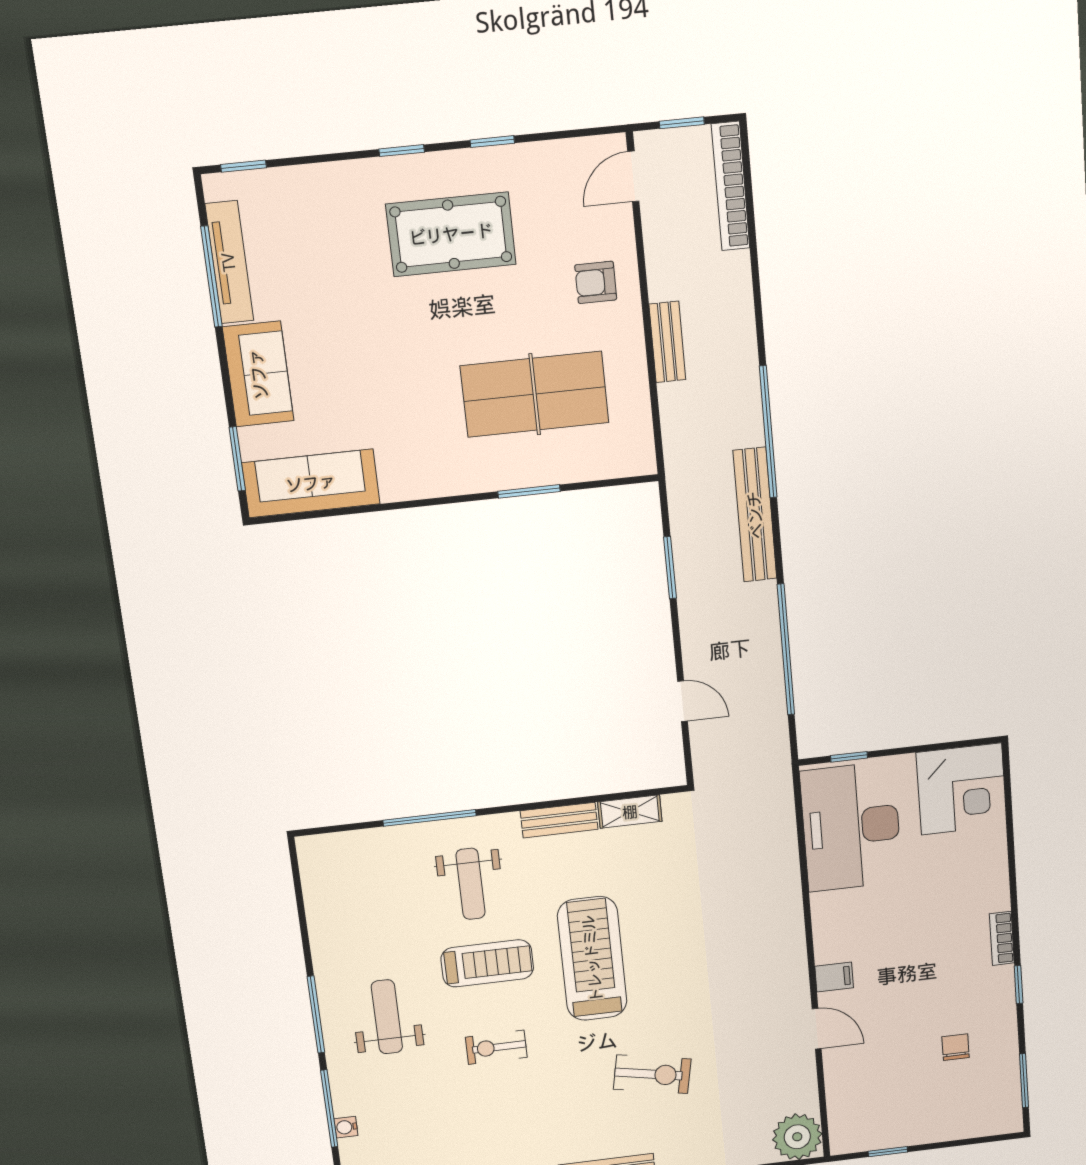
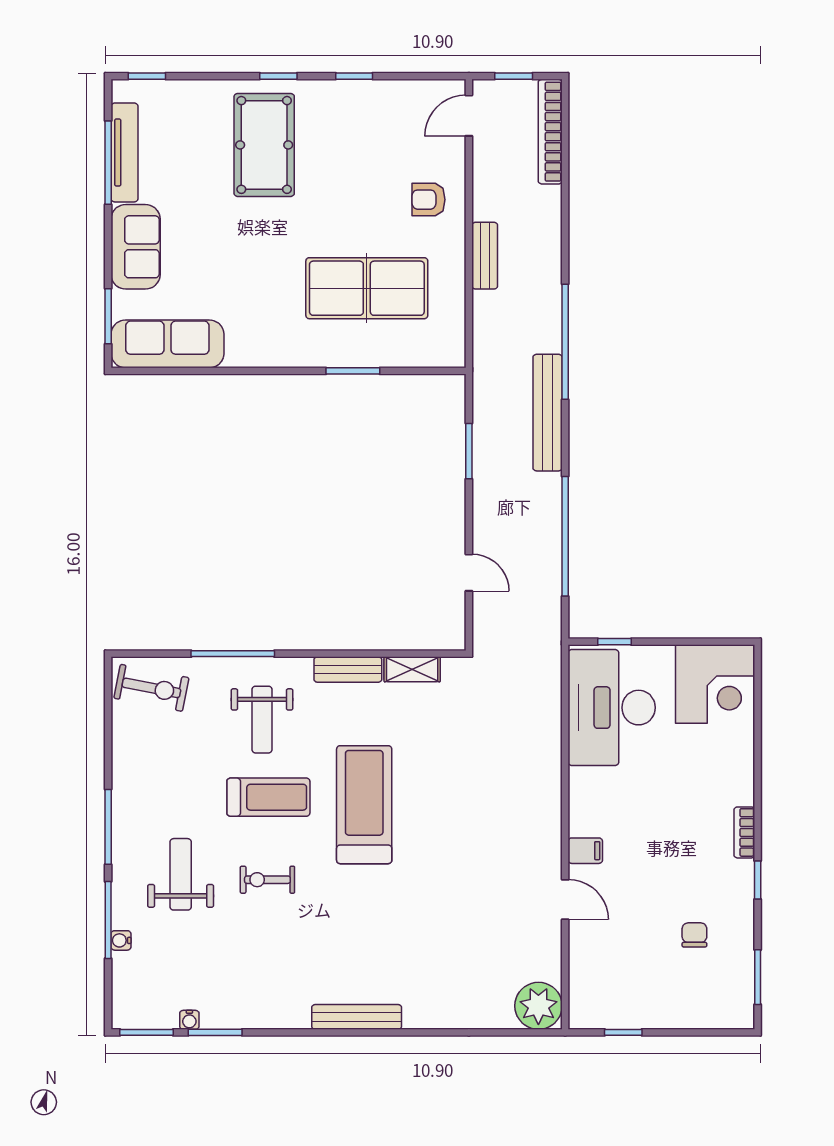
pool table: (451, 234) -> (264, 145), moved, turned 90
weight bench: (387, 1017) -> (181, 874), moved
exercise bike: (652, 1074) -> (151, 688), moved

